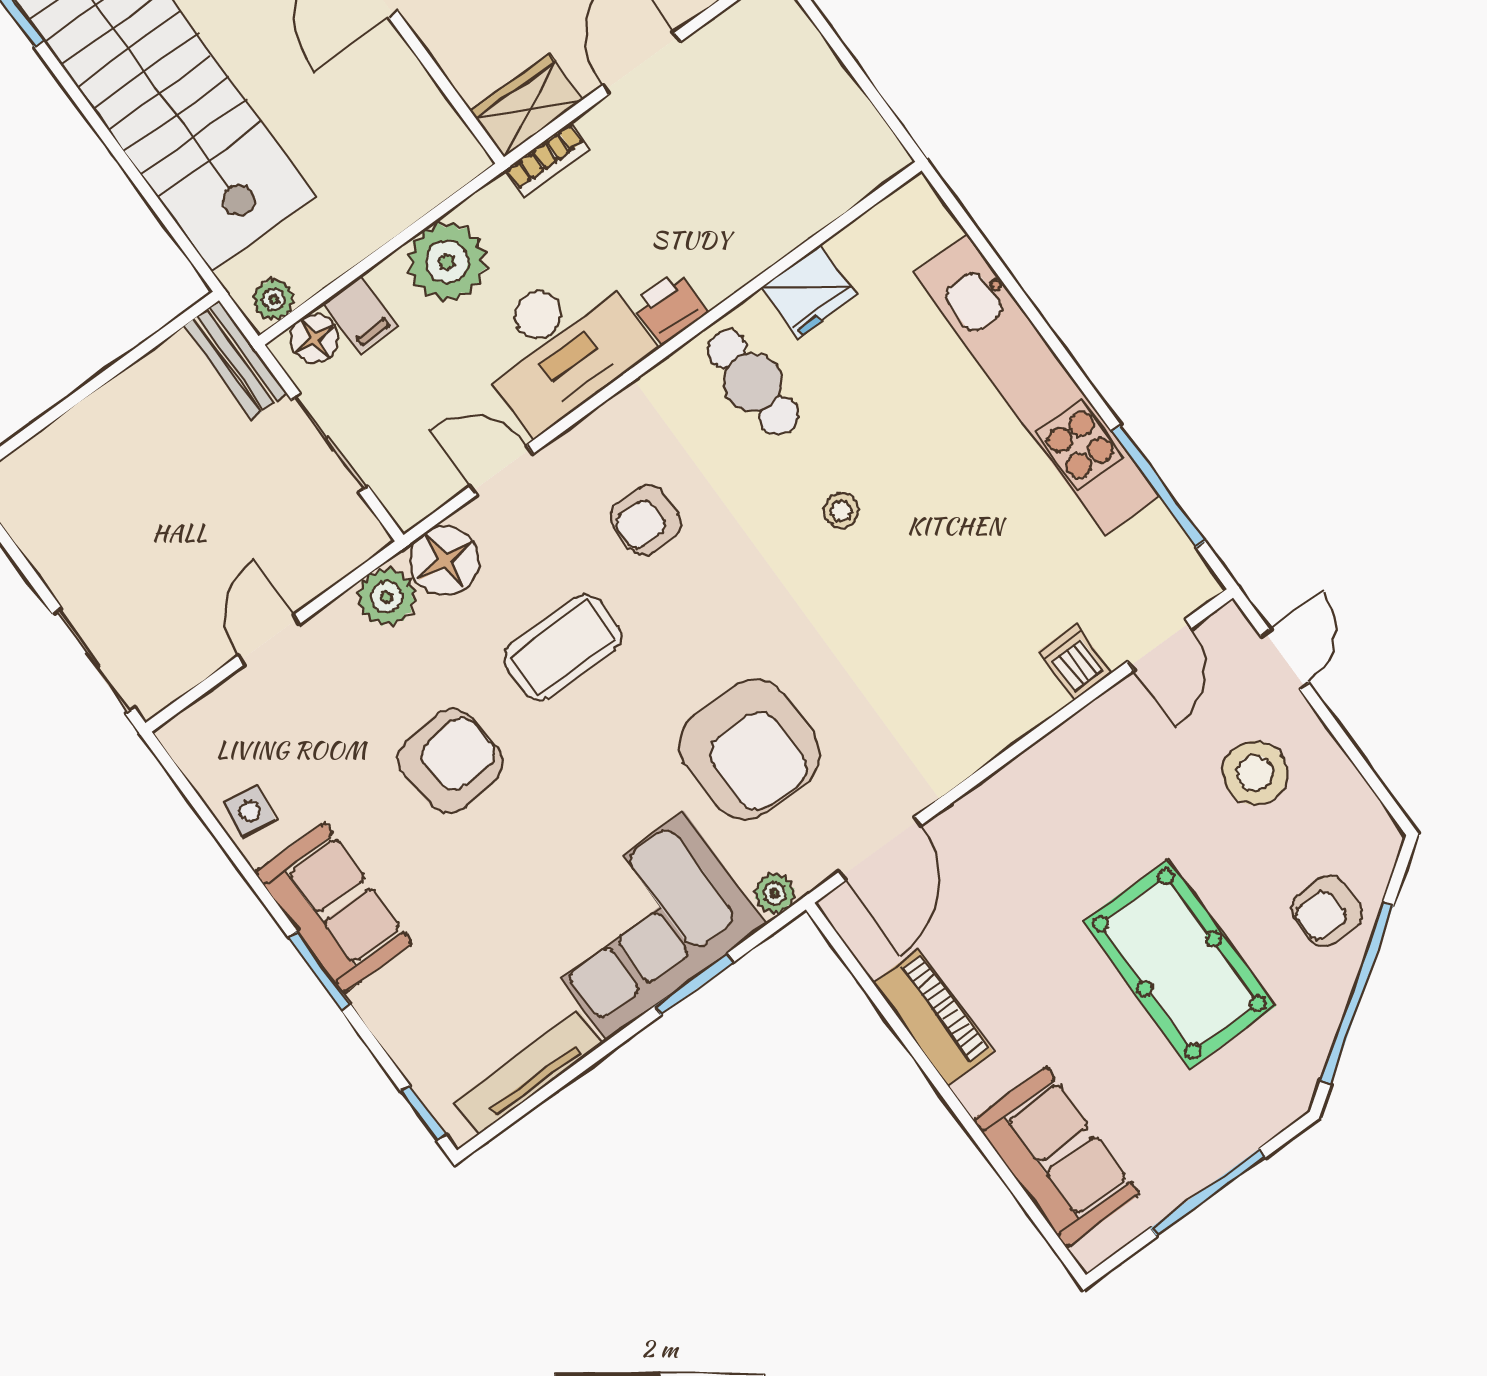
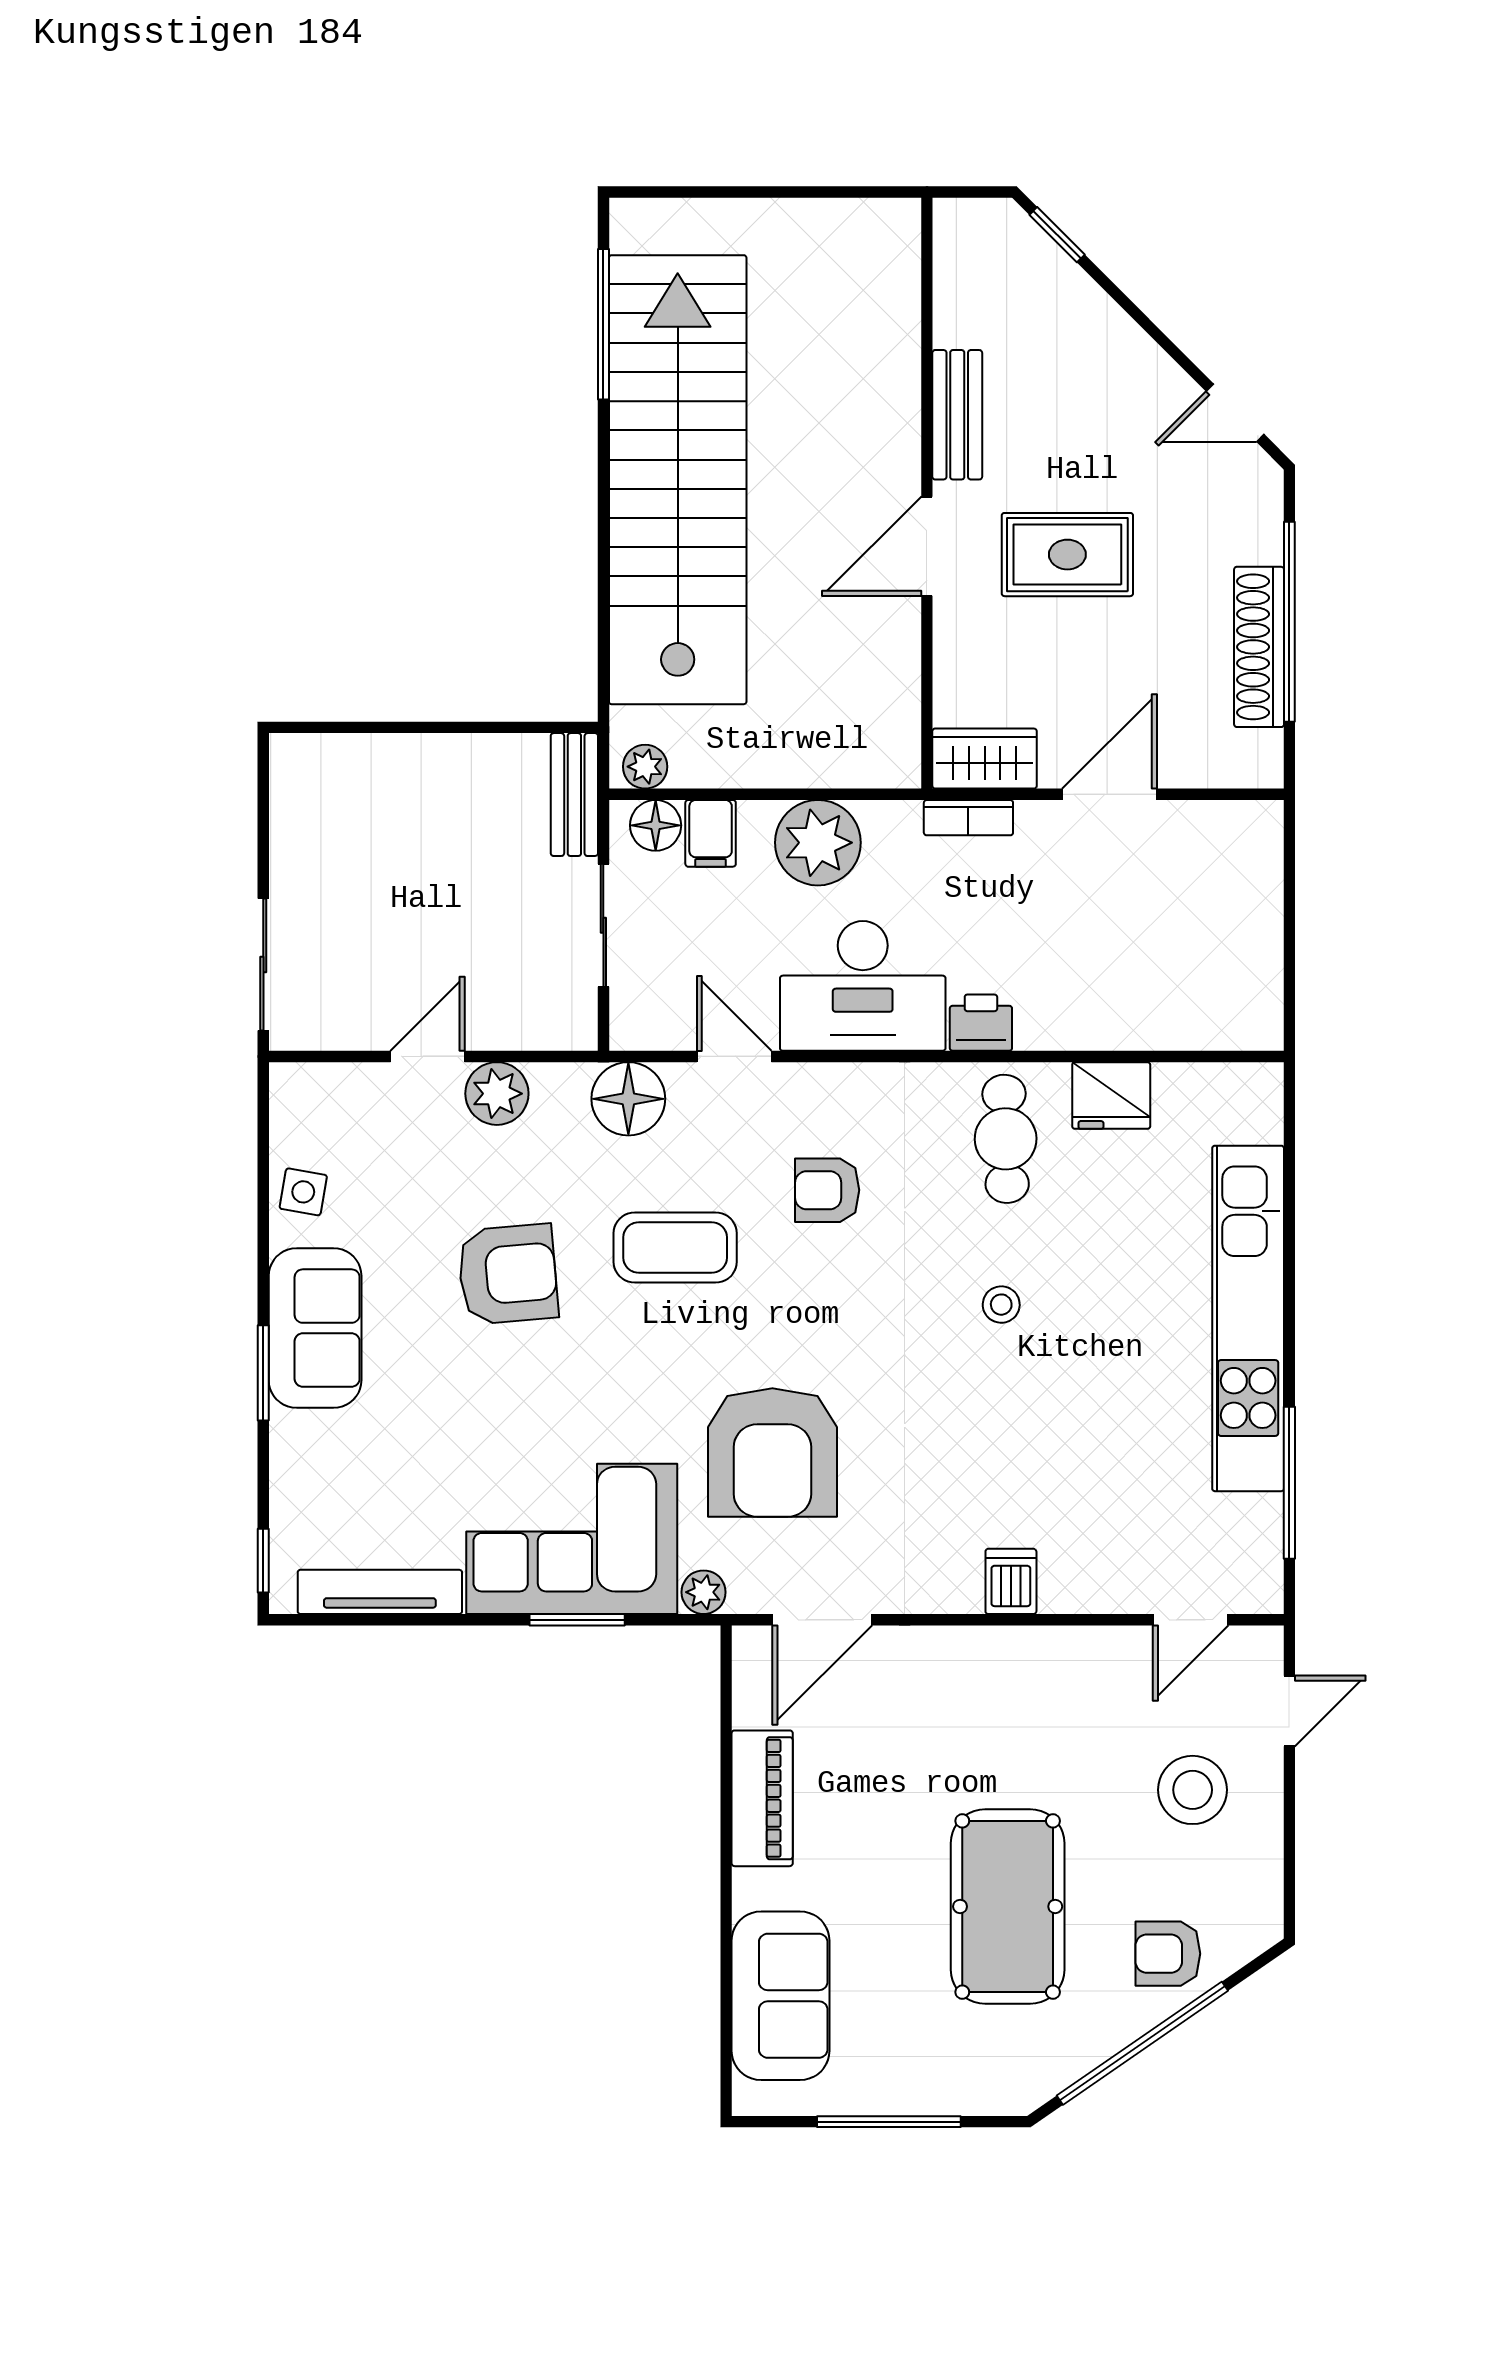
plant: (387, 597) -> (497, 1094), moved
dishwasher: (1075, 662) -> (1011, 1581), moved

